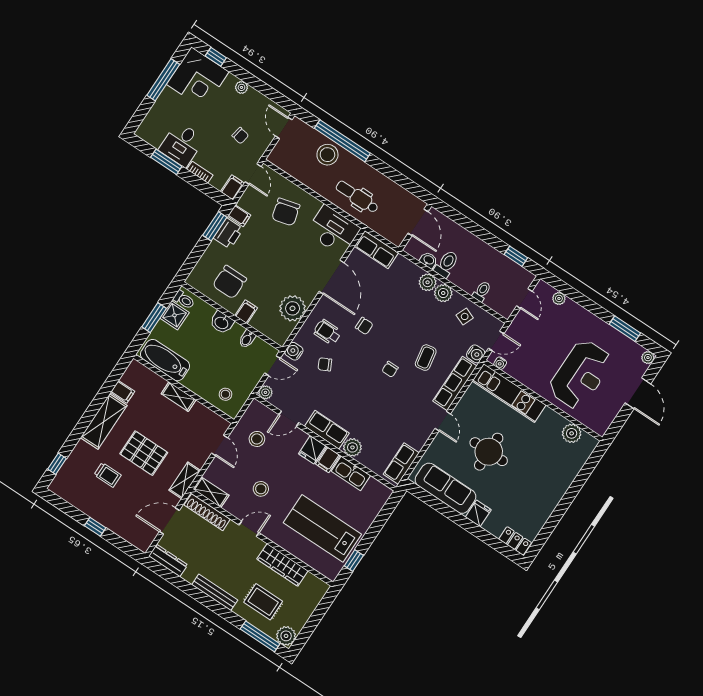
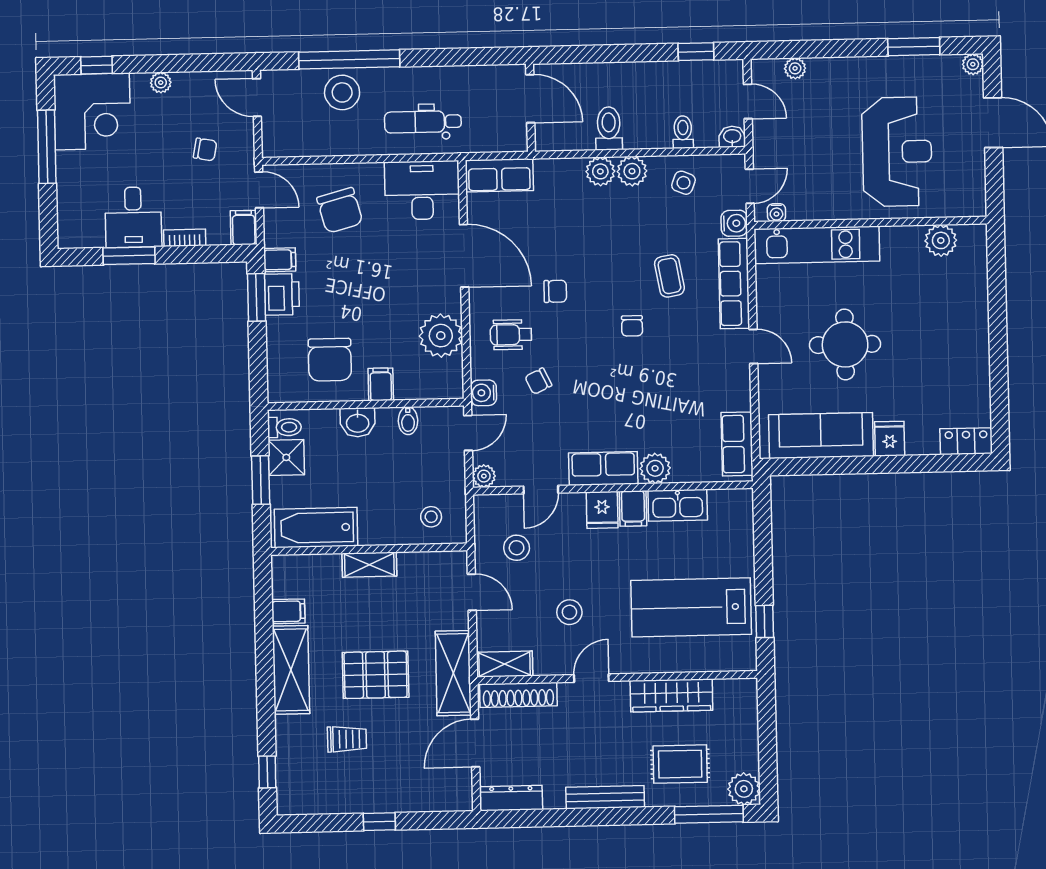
washbasin: (429, 260) -> (732, 137), moved
shelving: (185, 480) -> (453, 673), width x1.50, depth x1.33

